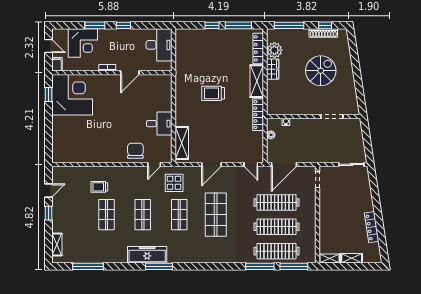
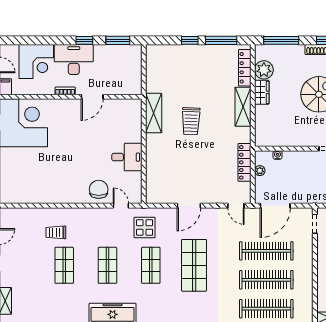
window: (95, 25) -> (118, 40), moved
desk: (159, 45) -> (74, 59), moved, turned -90
trolley: (213, 93) -> (191, 121), turned -88
locker: (258, 115) -> (244, 162), moved
shelving: (182, 143) -> (154, 113), moved
door: (154, 164) -> (121, 206), swing flipped

